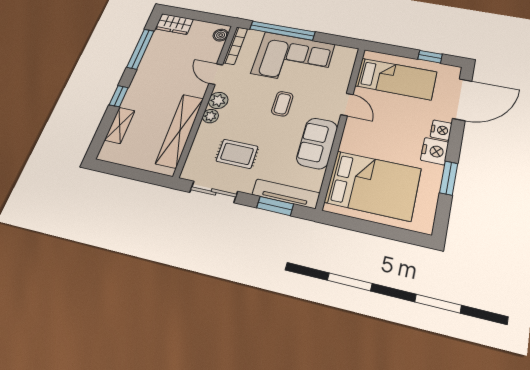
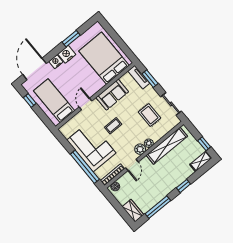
door: (462, 100) -> (35, 69), hinge flipped
shelving: (120, 125) -> (201, 161), moved
window: (121, 171) -> (204, 144), added
tv unit: (286, 194) -> (139, 77), width x0.71

